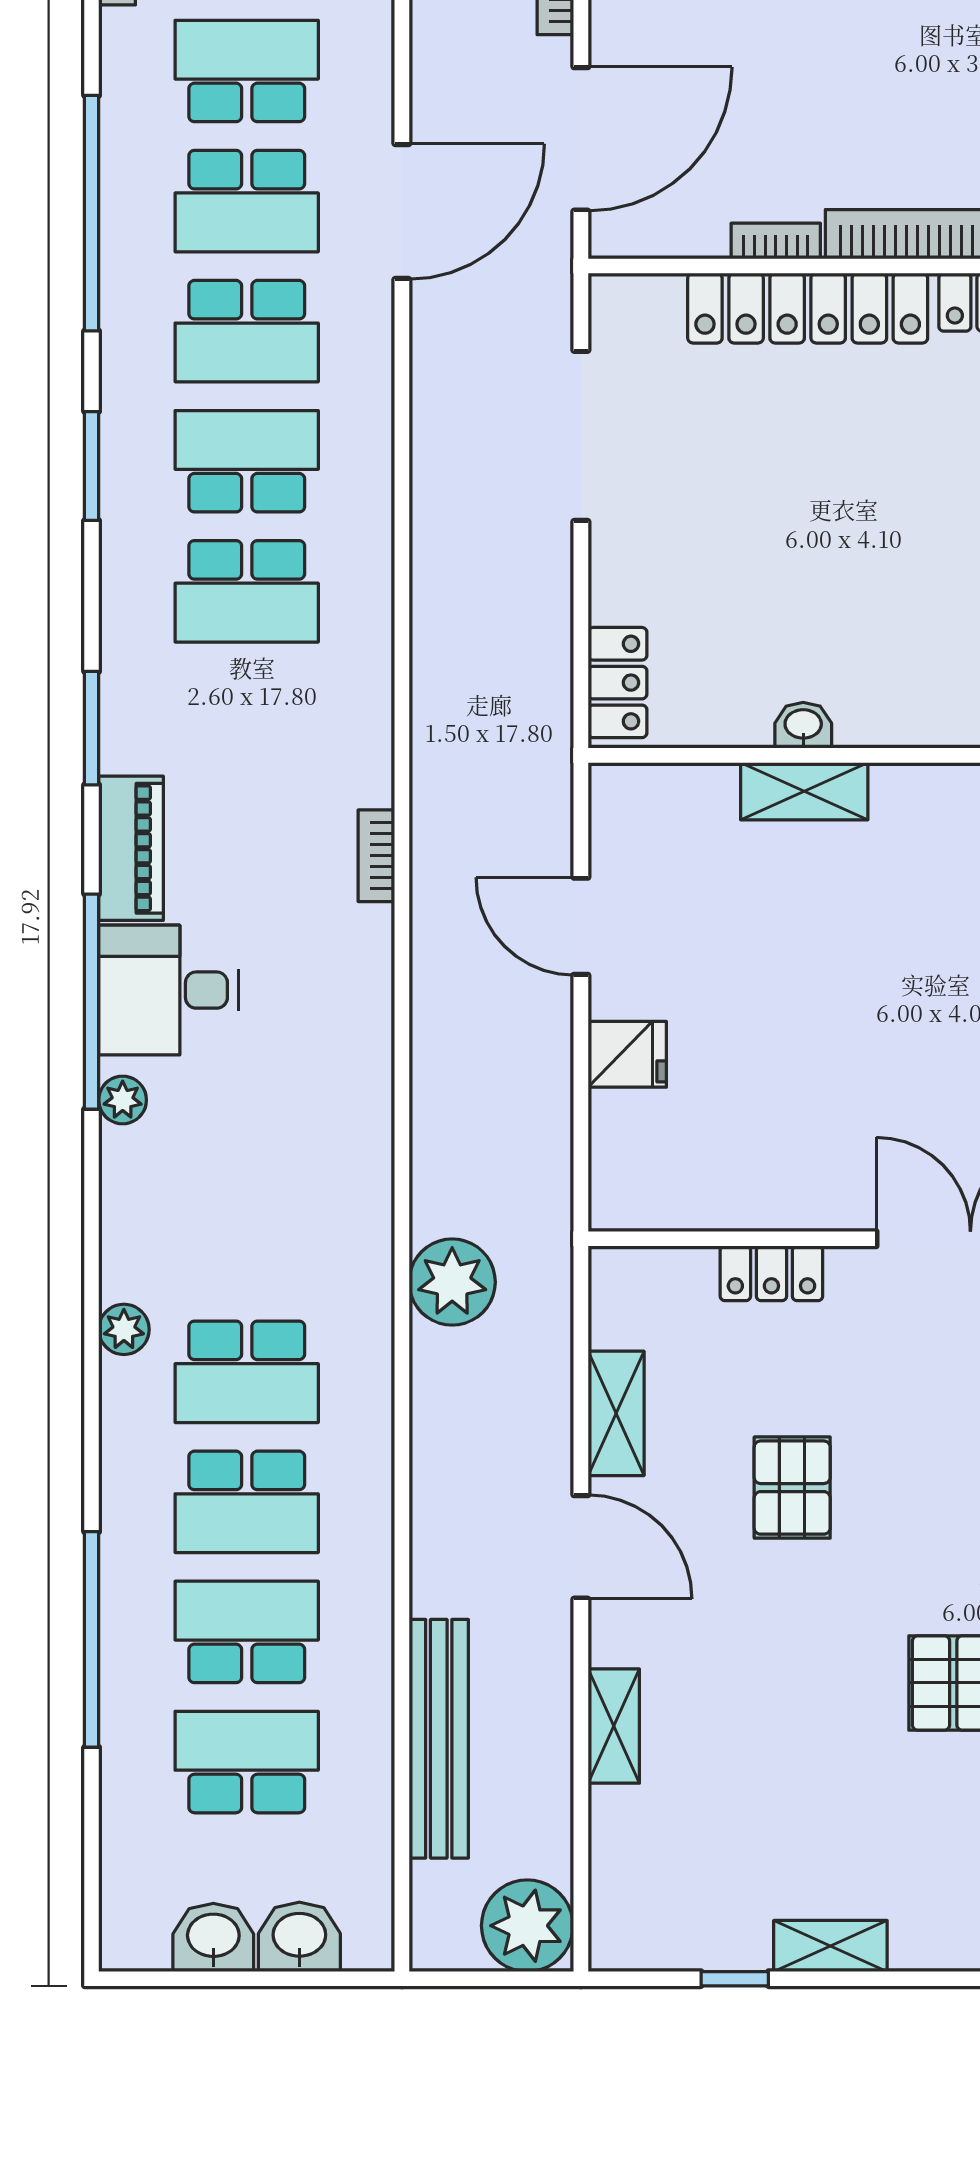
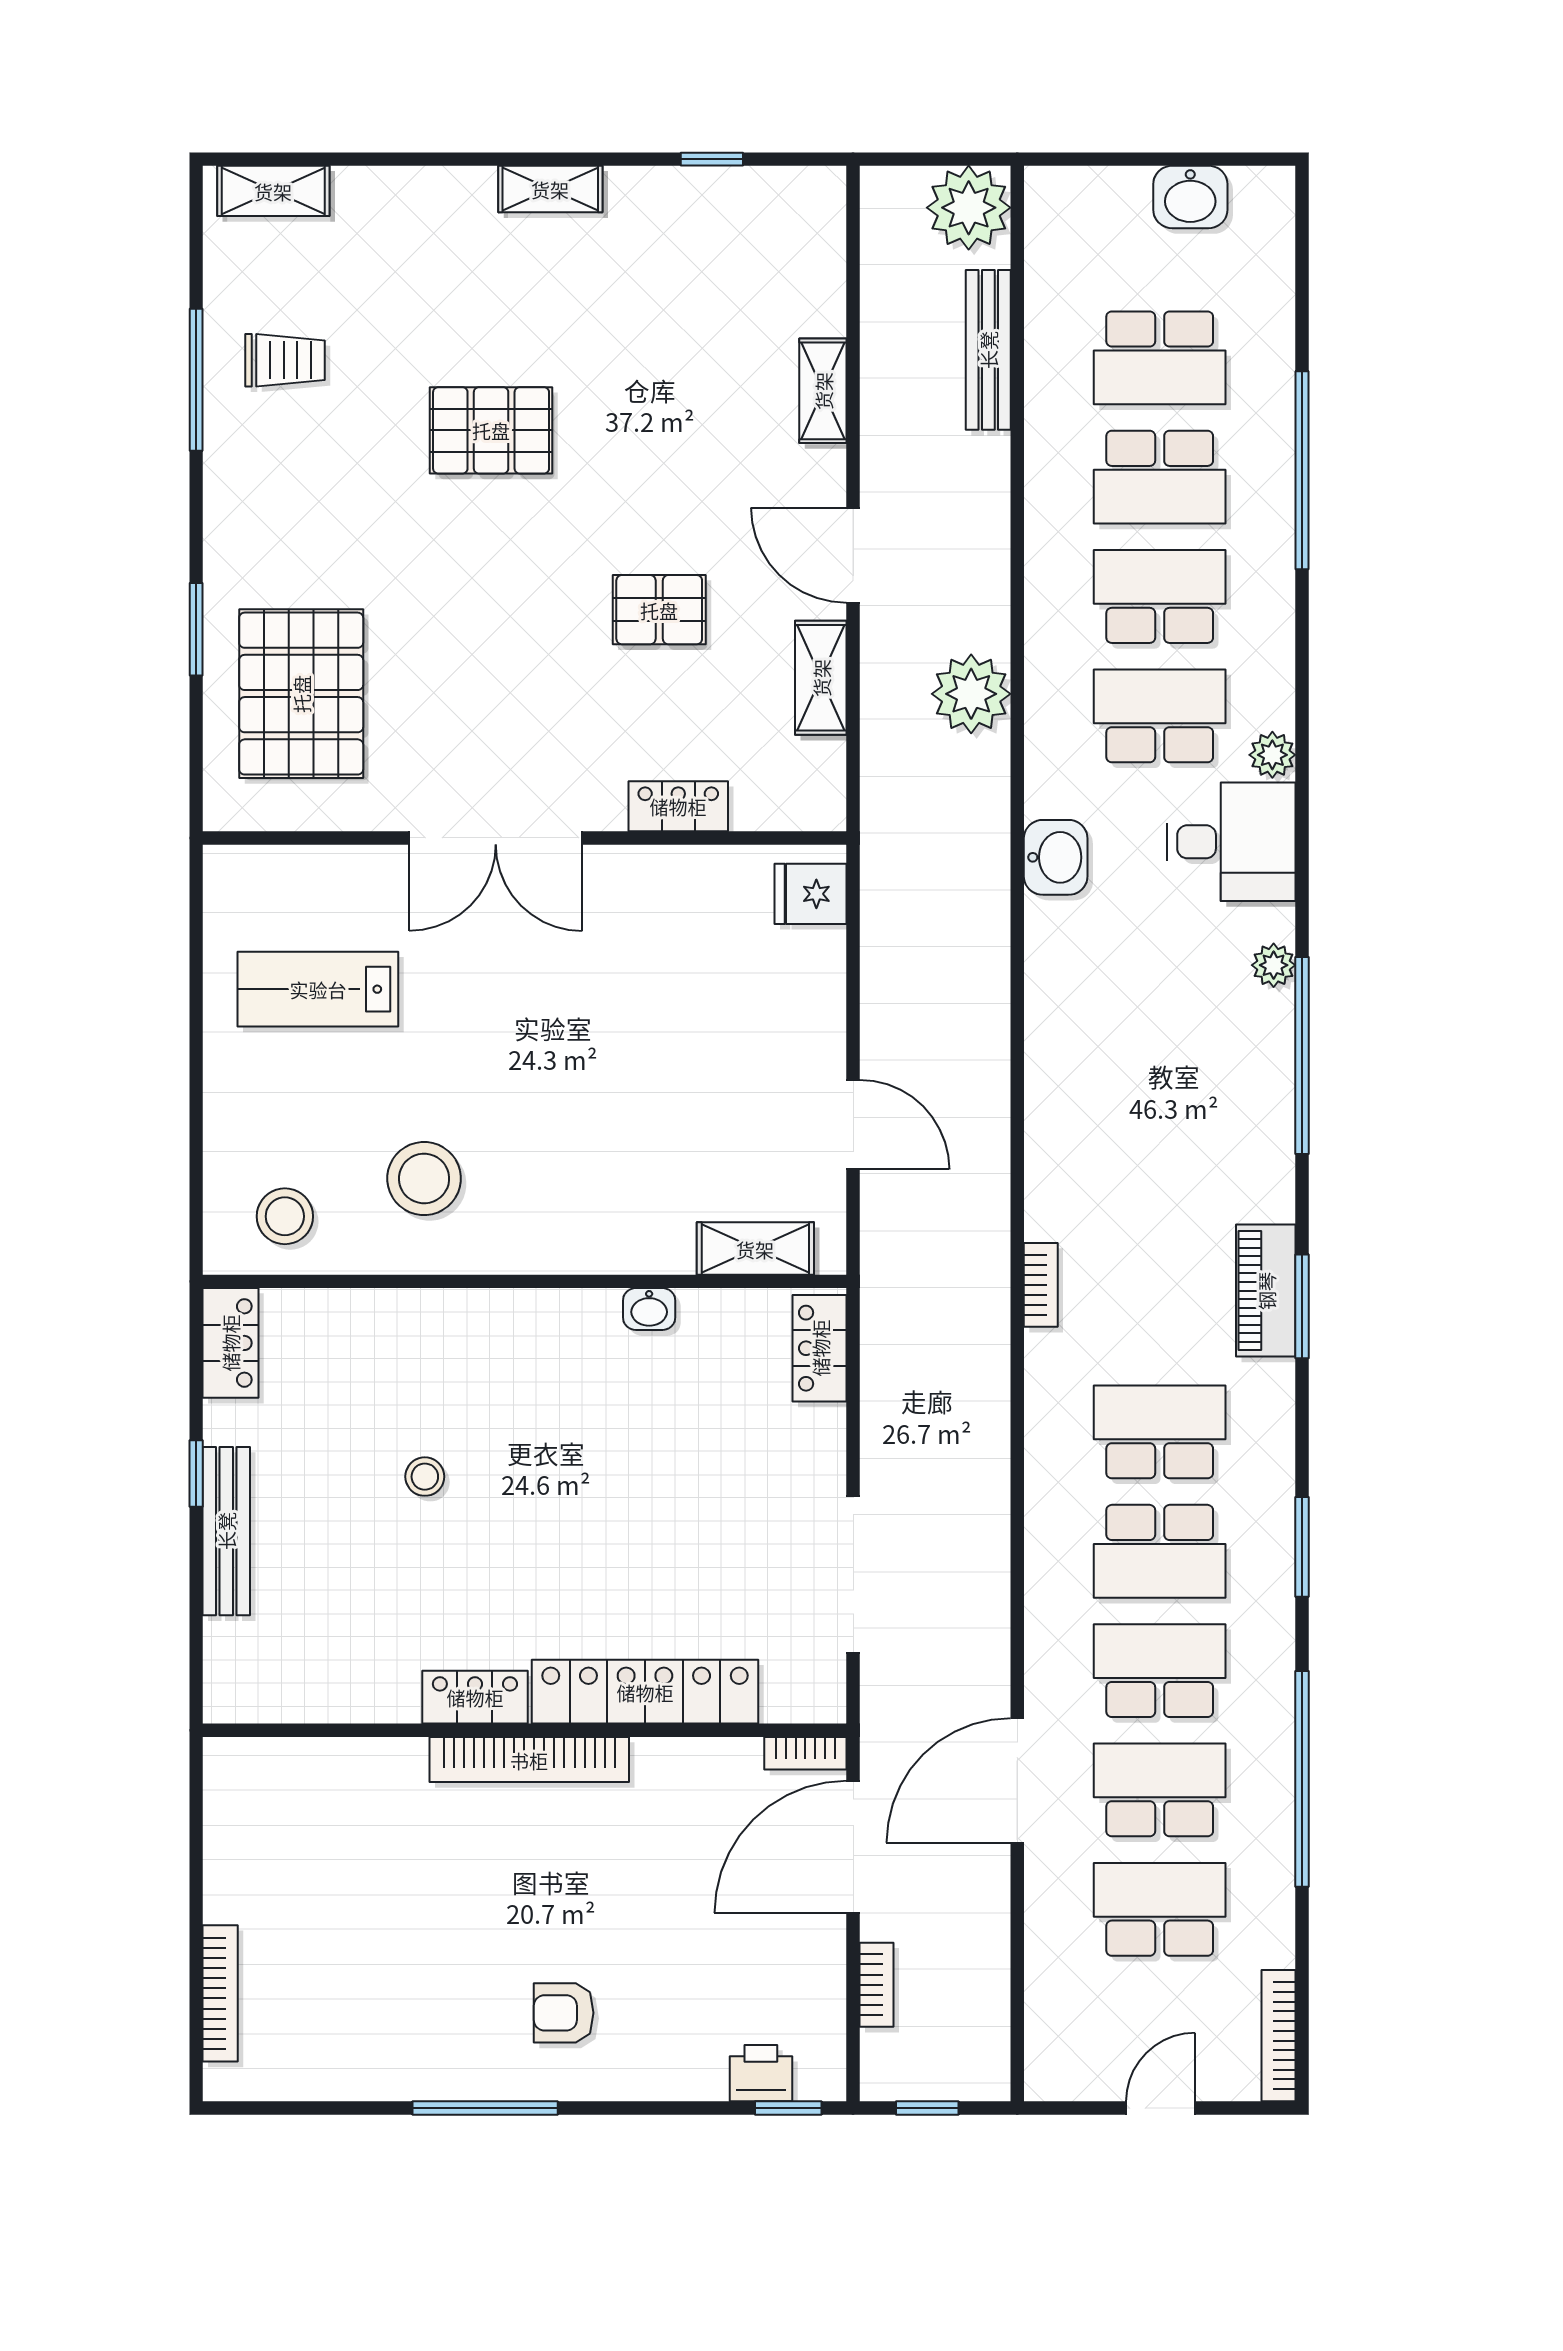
school desk: (247, 71) -> (1160, 1909), turned 180
bookcase: (776, 241) -> (805, 1753), moved
shelving: (804, 791) -> (755, 1249), moved
piano: (131, 848) -> (1266, 1291), moved
bookcase: (376, 856) -> (1041, 1285), moved
desk: (169, 990) -> (1231, 842), moved
fridge: (627, 1054) -> (811, 894), moved
plant: (452, 1282) -> (971, 694), moved
pallet: (792, 1488) -> (659, 610), turned 90
bench: (439, 1739) -> (988, 350), width x0.73, depth x0.82
plant: (527, 1926) -> (969, 208), moved
washbasin: (299, 1937) -> (1056, 857), moved, turned -90
shelving: (830, 1946) -> (550, 189), moved

